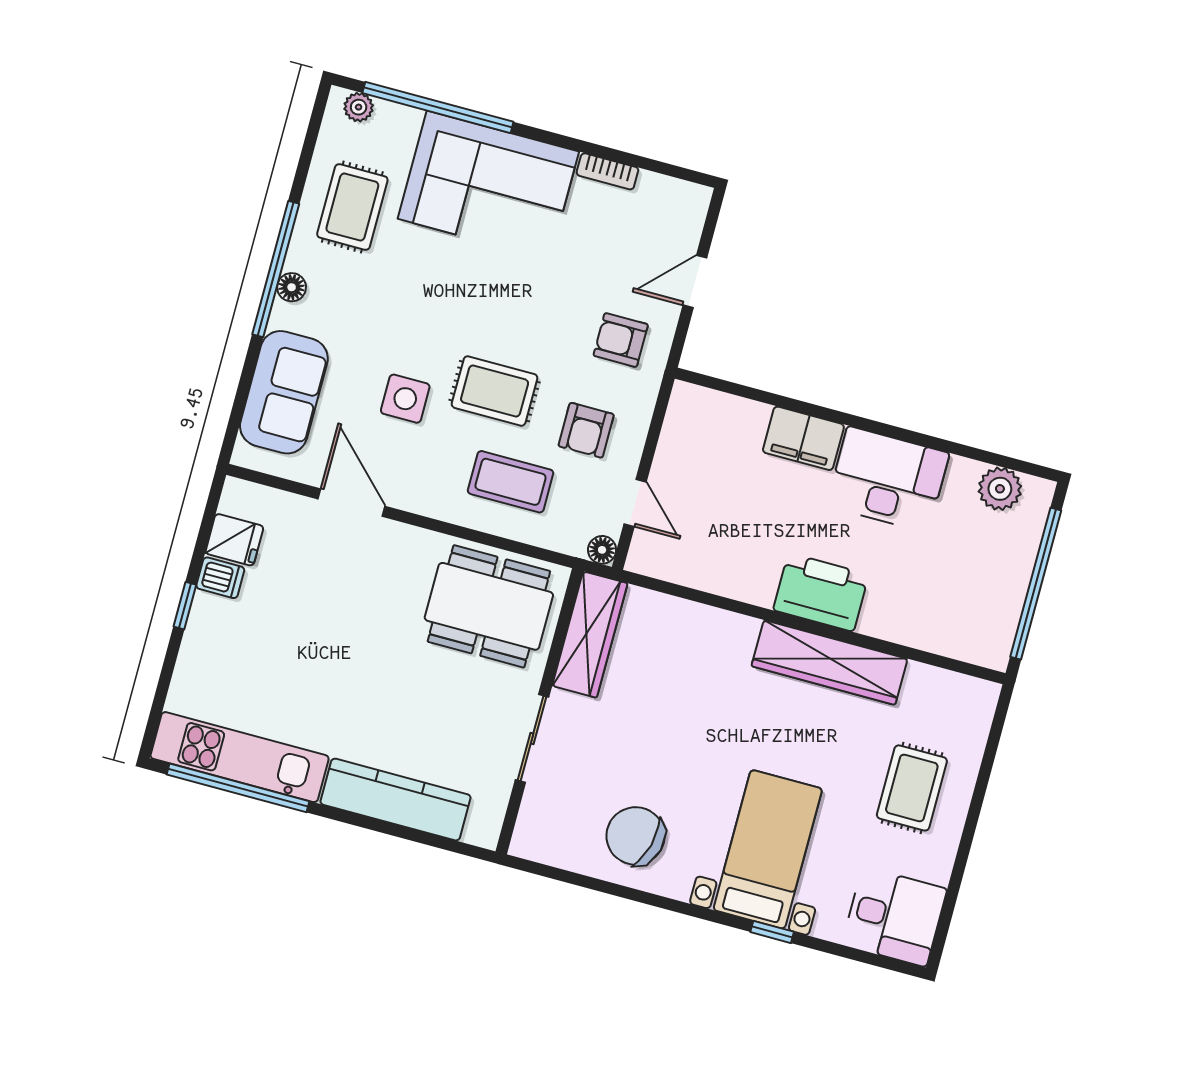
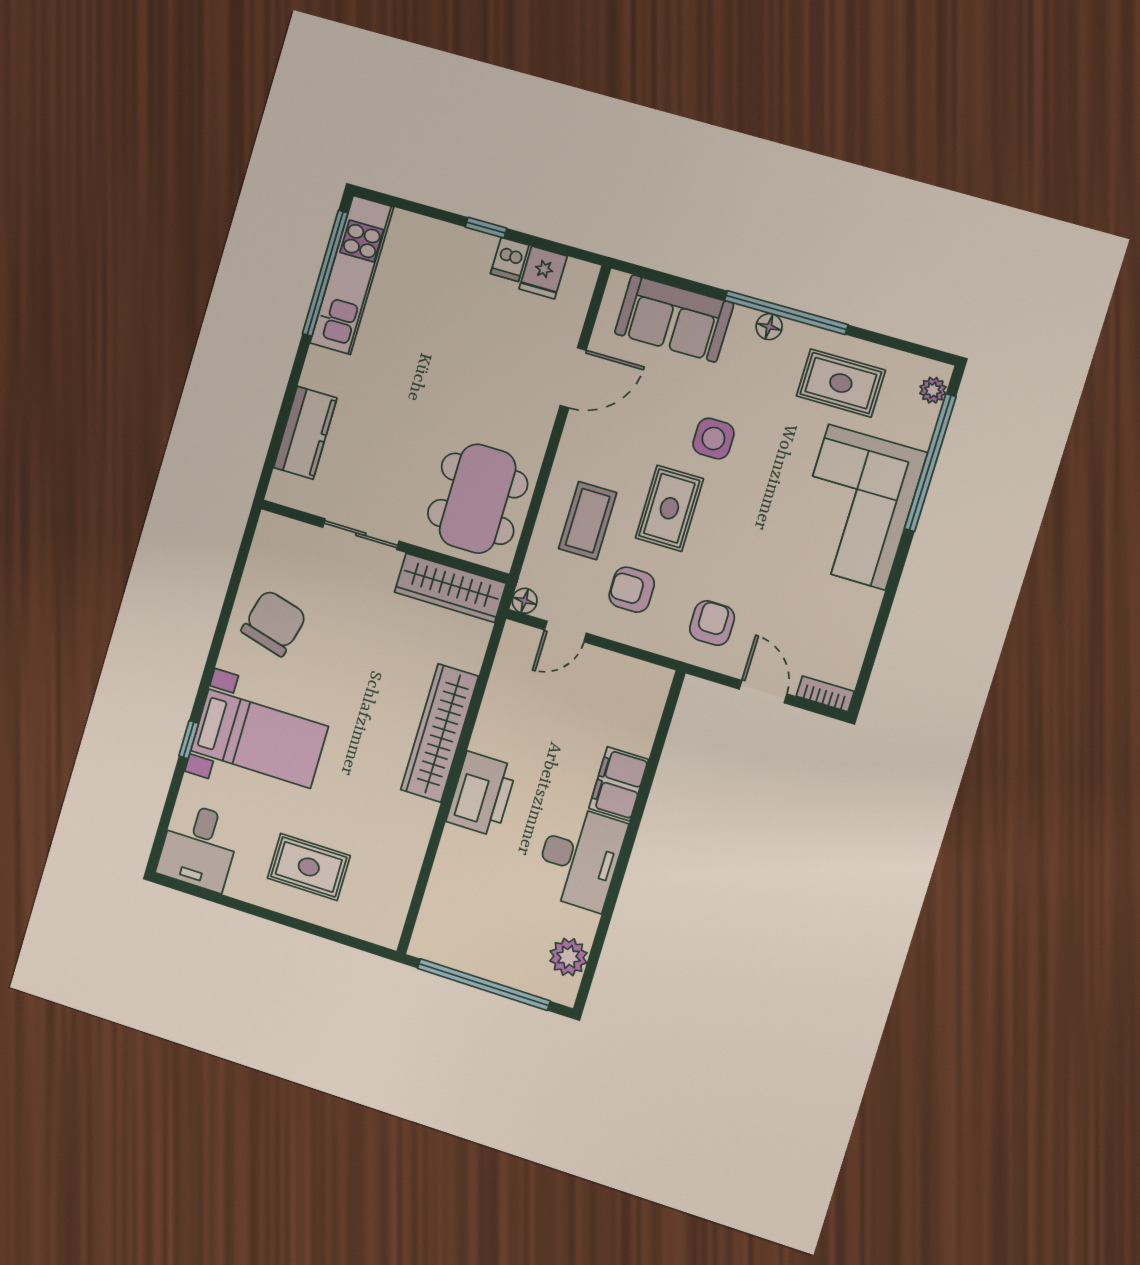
bookcase: (607, 171) -> (825, 694), moved, turned 90
side table: (405, 399) -> (713, 439), moved
wardrobe: (829, 662) -> (439, 733), moved
kitchen counter: (396, 800) -> (305, 433), width x0.67

